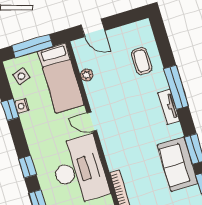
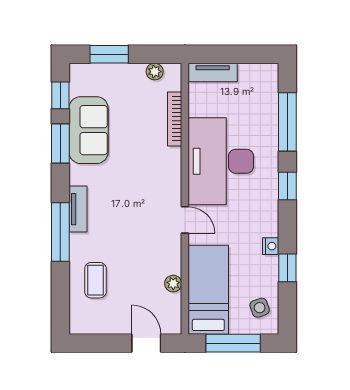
nightstand: (22, 106) -> (271, 246), moved

